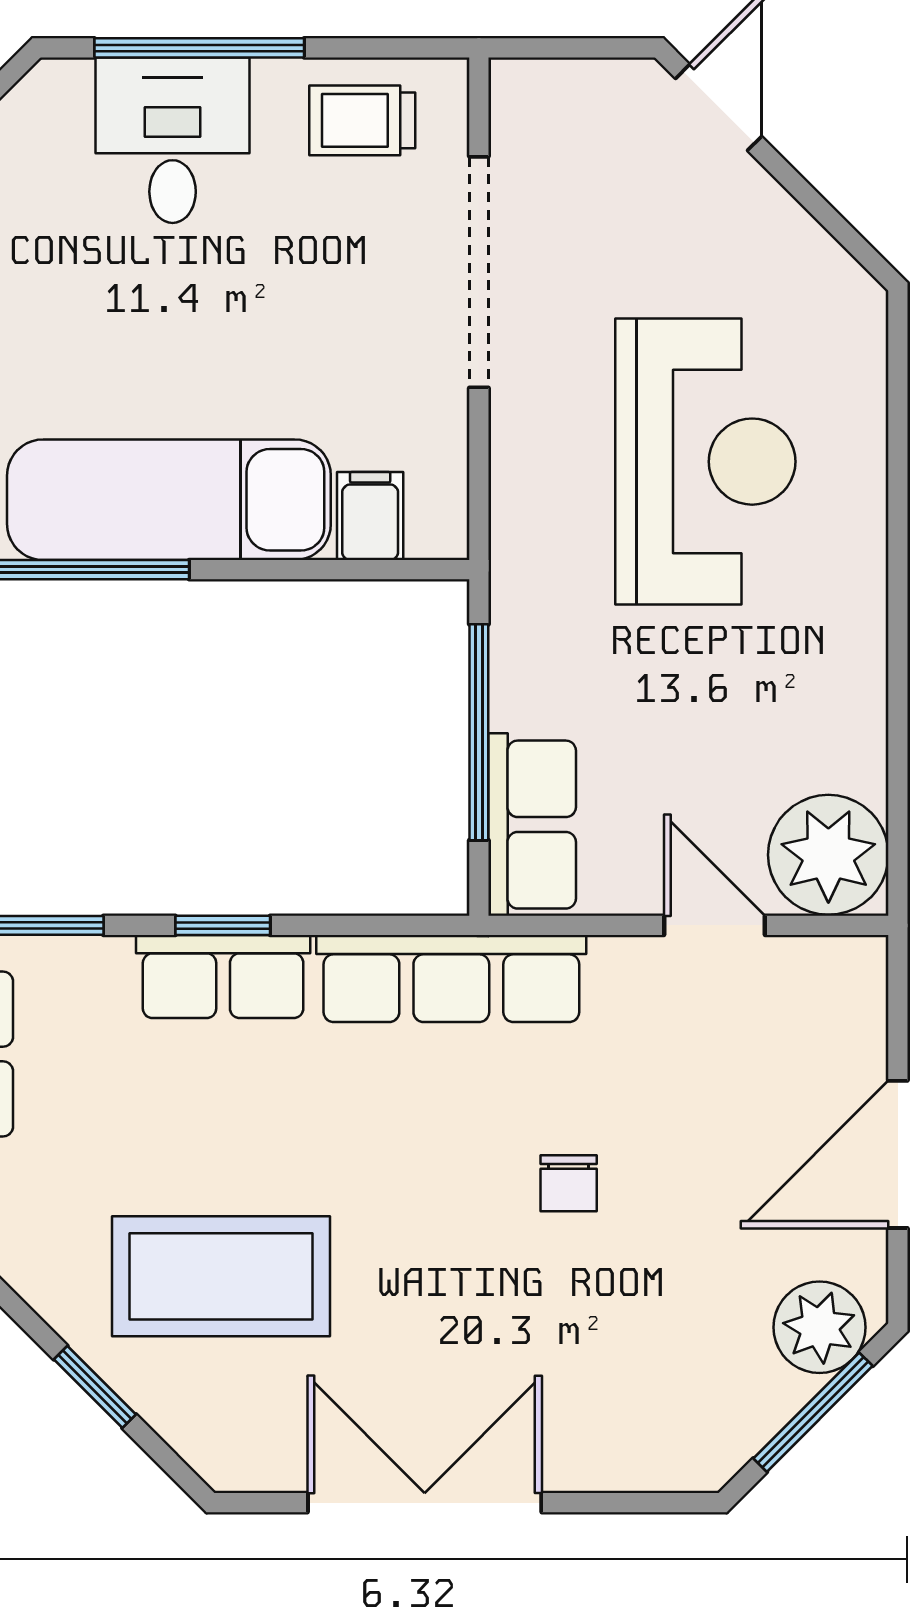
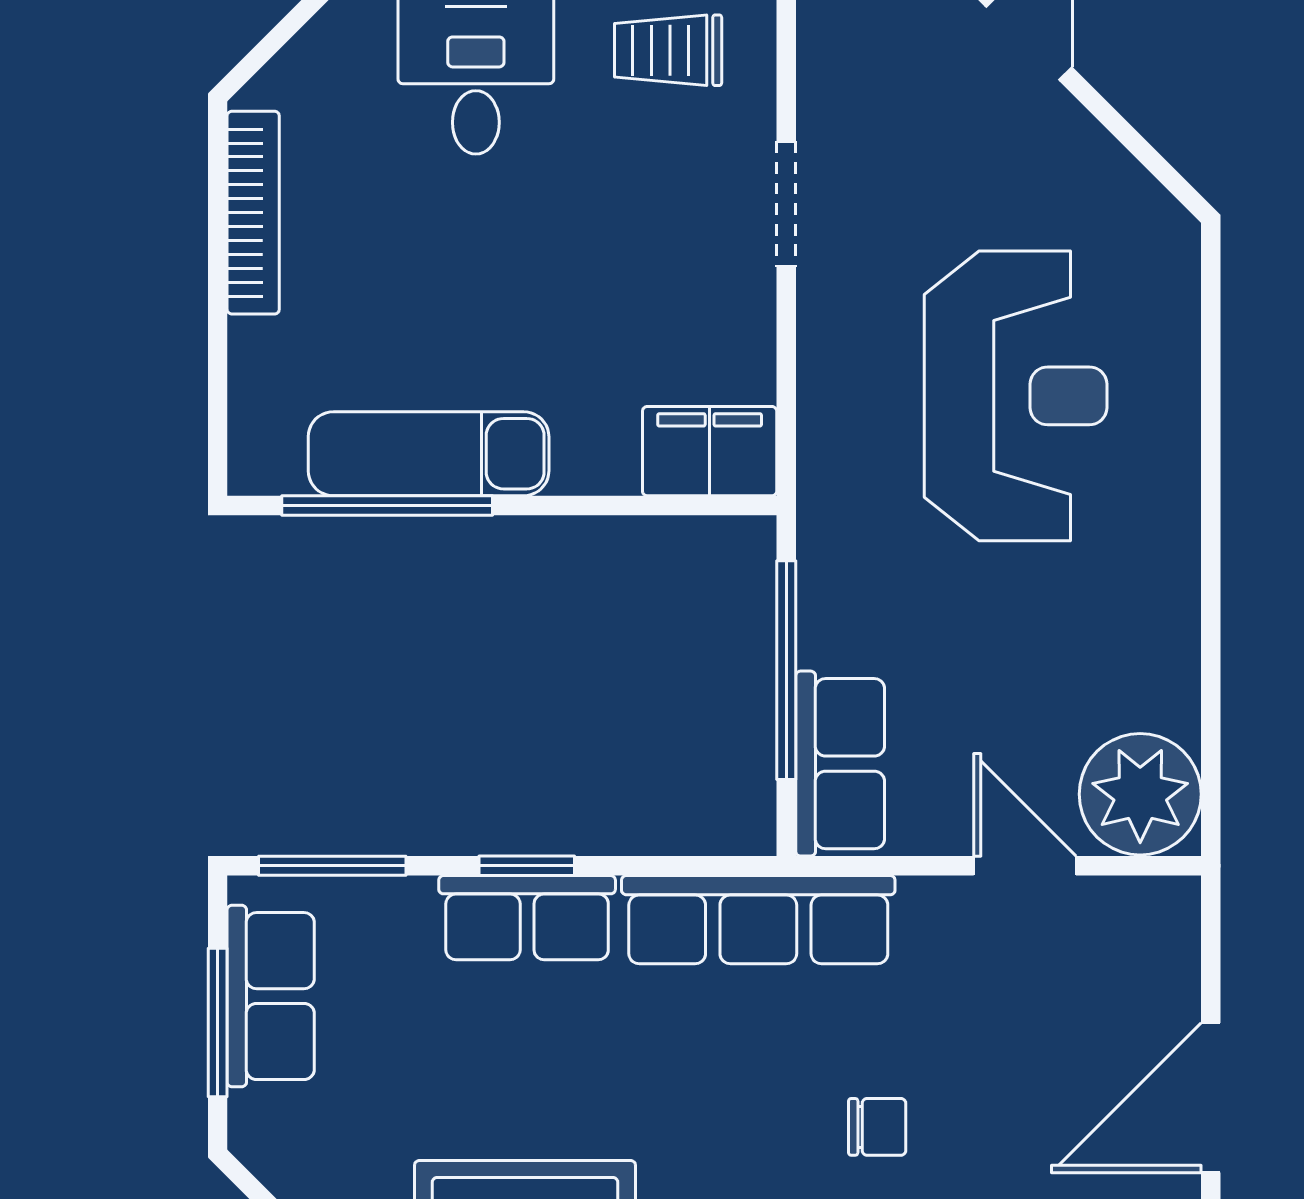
doorway: (479, 272) -> (786, 204), width x0.53
exam couch: (169, 500) -> (429, 454), width x0.73, depth x0.69
filing cabinet: (370, 516) -> (710, 451), width x2.00
chair: (569, 1183) -> (877, 1127), turned -90

